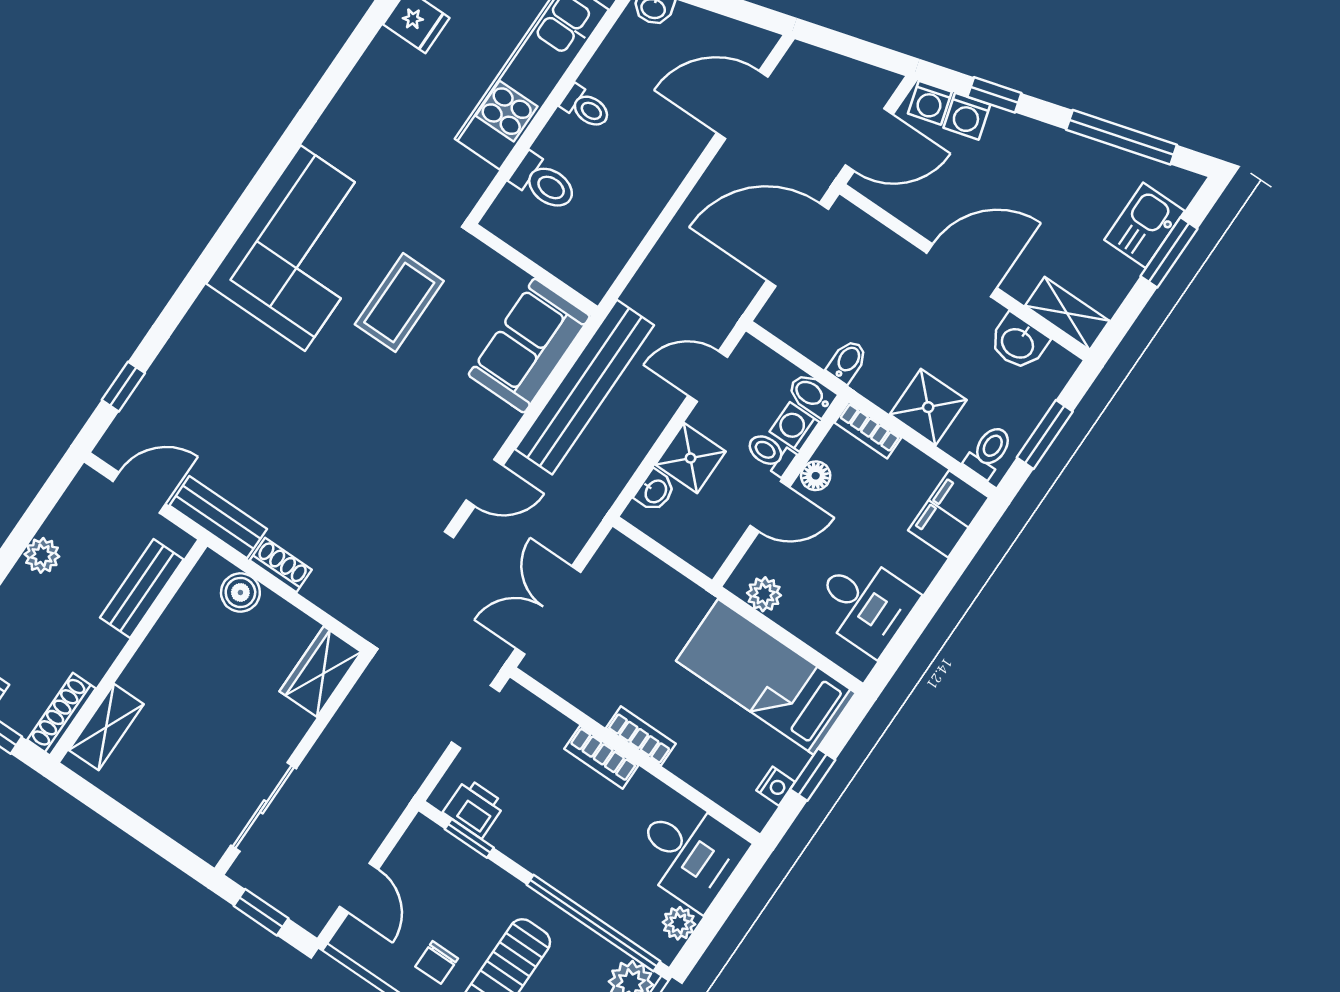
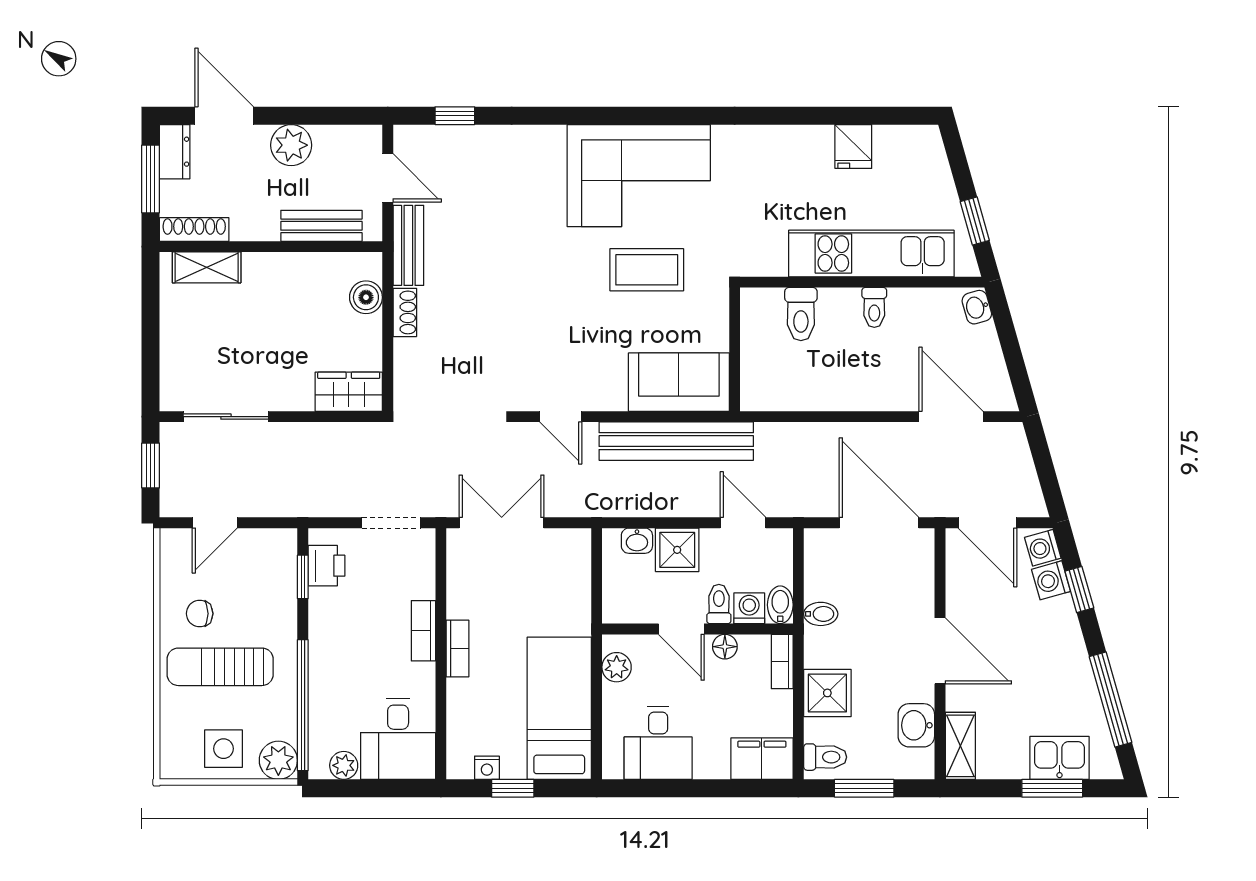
plant: (42, 555) -> (291, 145), width x1.38, depth x1.38

